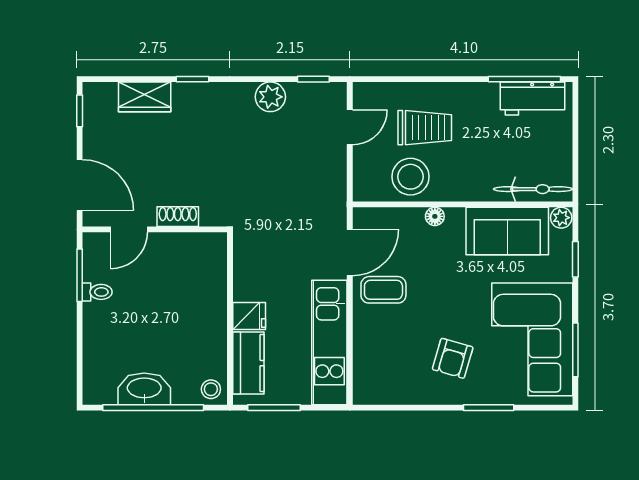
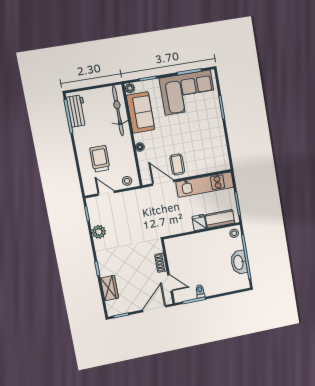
stool: (411, 177) -> (127, 181), moved, width x0.53, depth x0.53
bicycle: (533, 189) -> (118, 111), width x1.37, depth x1.40
armchair: (453, 358) -> (202, 128), removed

